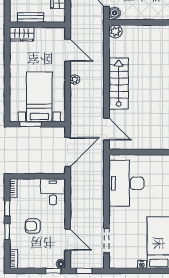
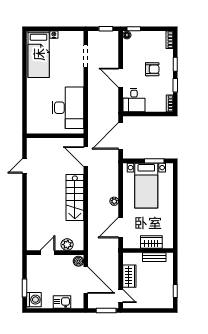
door: (149, 22) -> (47, 253), added
plant: (116, 31) -> (67, 245), moved
wardrobe: (22, 34) -> (151, 242), moved
door: (68, 50) -> (121, 228), hinge flipped
door: (68, 240) -> (121, 78), moved

